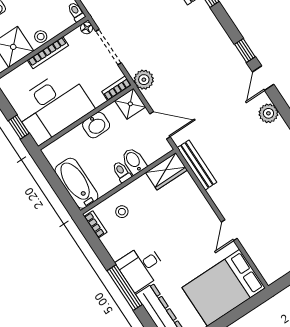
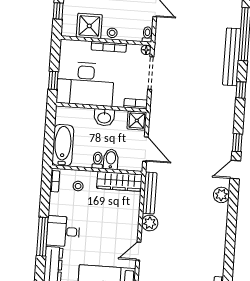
plant: (144, 80) -> (150, 223), moved
wardrobe: (166, 171) -> (119, 181), width x1.50

